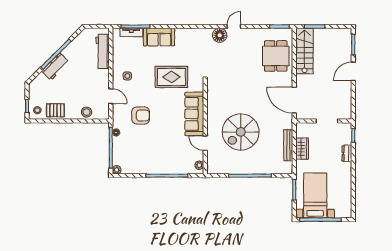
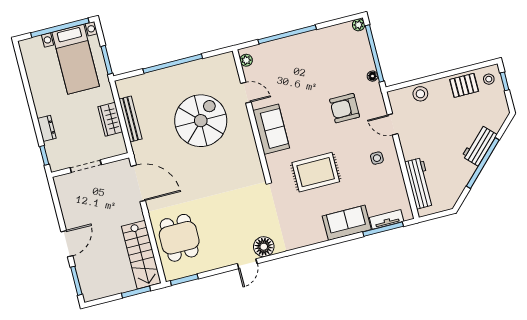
sofa: (194, 114) -> (271, 129), width x0.73

